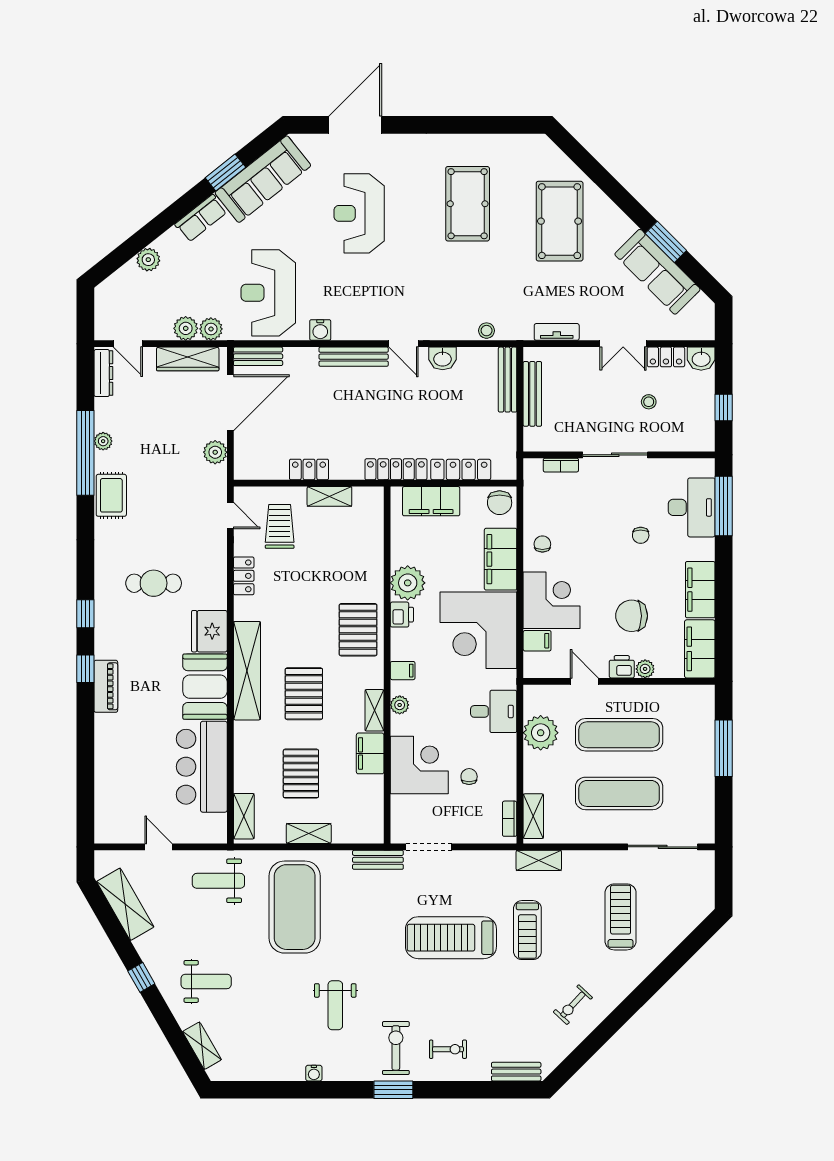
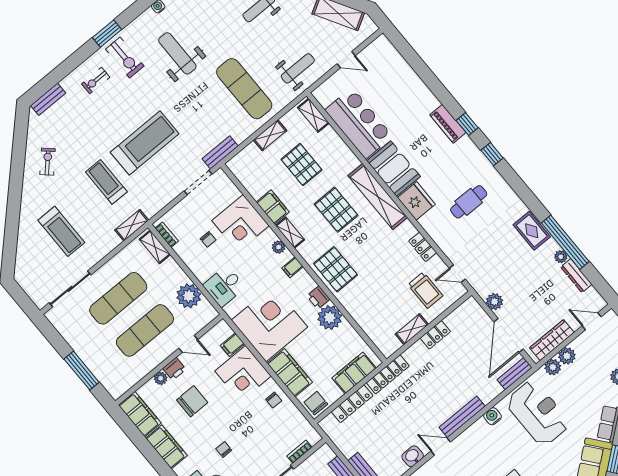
dresser: (103, 373) -> (576, 276), moved
exercise mat: (295, 907) -> (244, 89), width x0.68
weight bench: (335, 1005) -> (177, 53), width x1.36, depth x1.33

